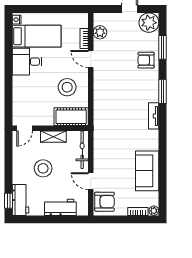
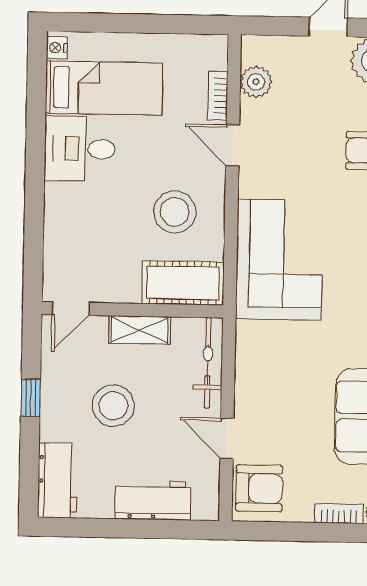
corner sofa: (111, 106) -> (279, 260), added
window: (9, 201) -> (31, 398), moved

